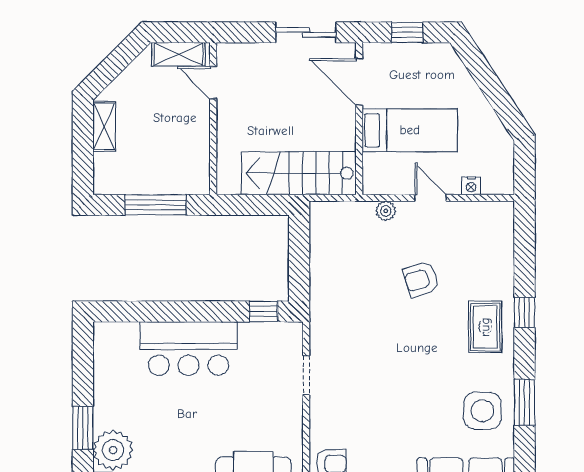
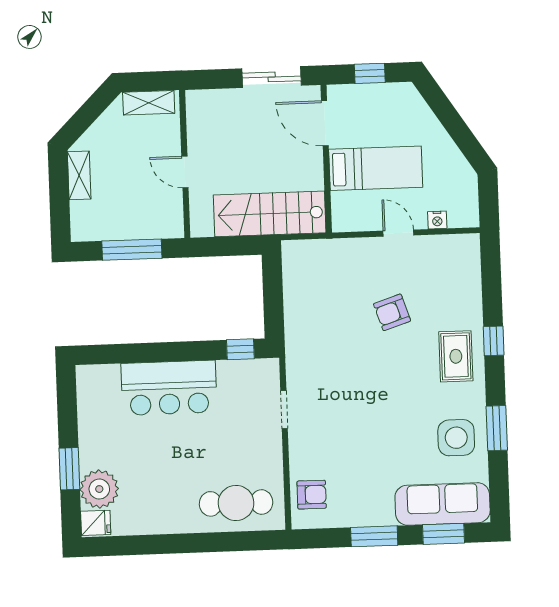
door: (213, 83) -> (185, 172), moved
plant: (386, 211) -> (355, 247), removed

